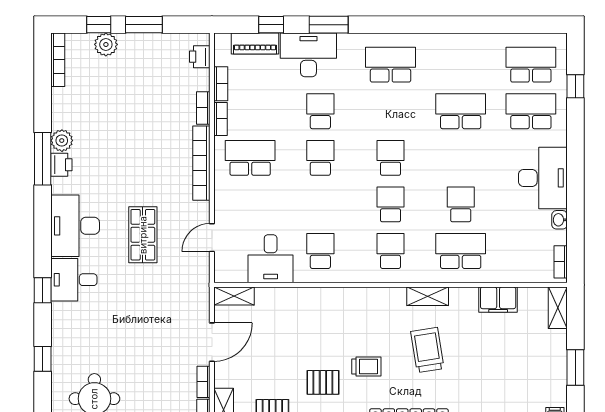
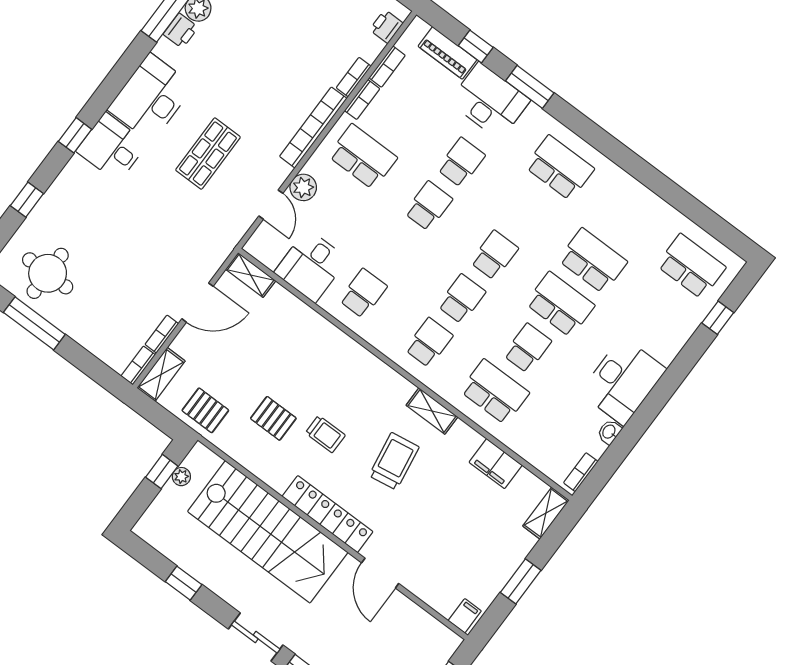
school desk: (531, 111) -> (560, 304), moved
plant: (225, 209) -> (303, 187), added
door: (212, 238) -> (271, 205), swing flipped

